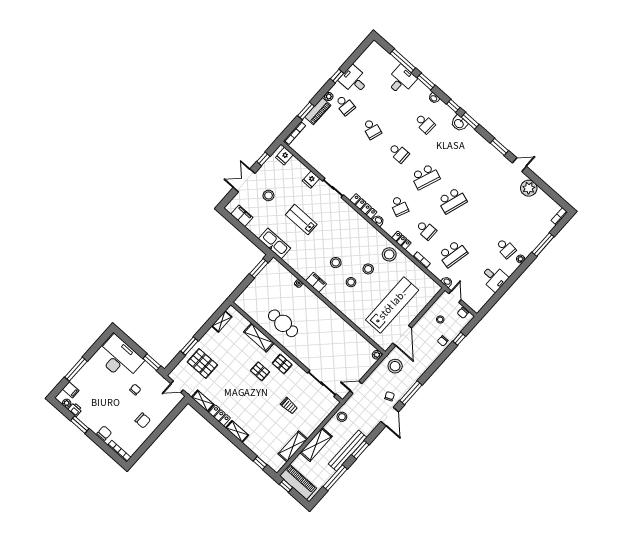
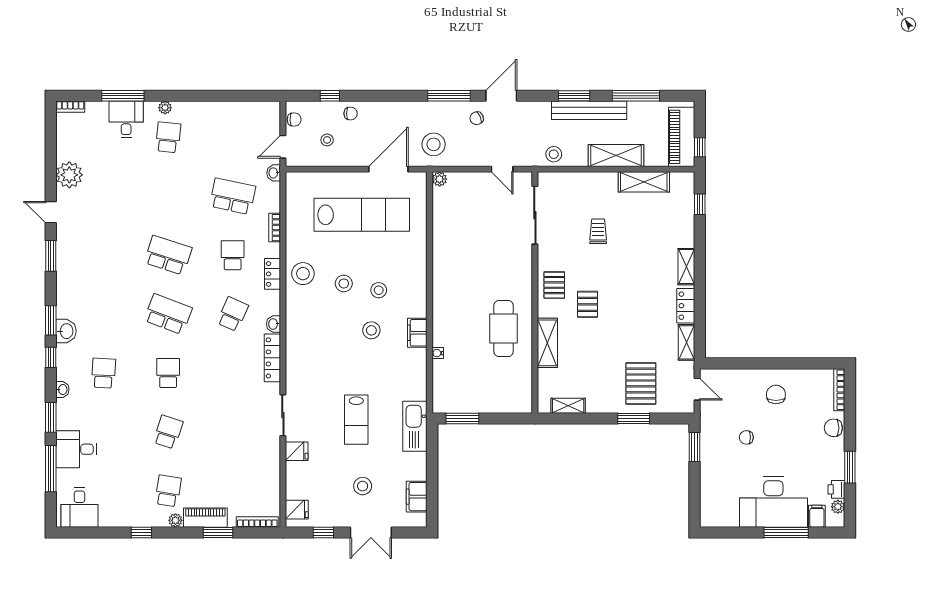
desk: (354, 80) -> (79, 507), moved
desk: (494, 278) -> (126, 119), moved
lab bench: (392, 305) -> (362, 215), turned 180
desk: (119, 358) -> (773, 502), moved, turned -90

